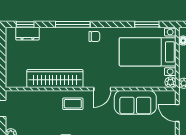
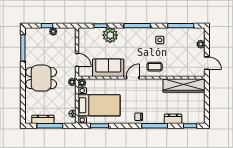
dresser: (27, 34) -> (173, 119), moved
wardrobe: (55, 78) -> (184, 85), moved

